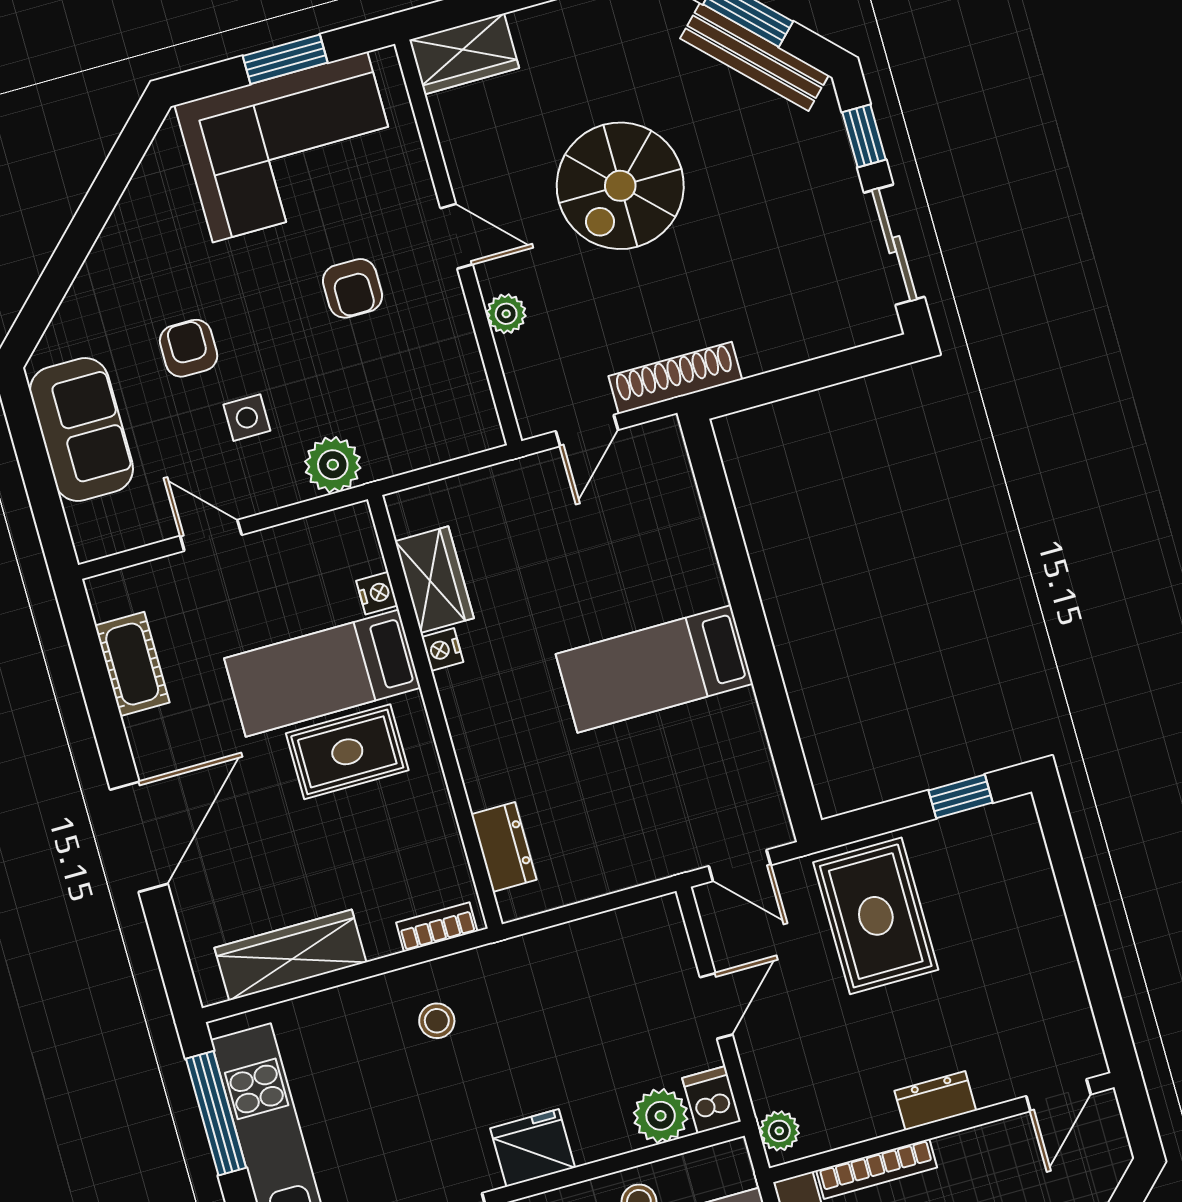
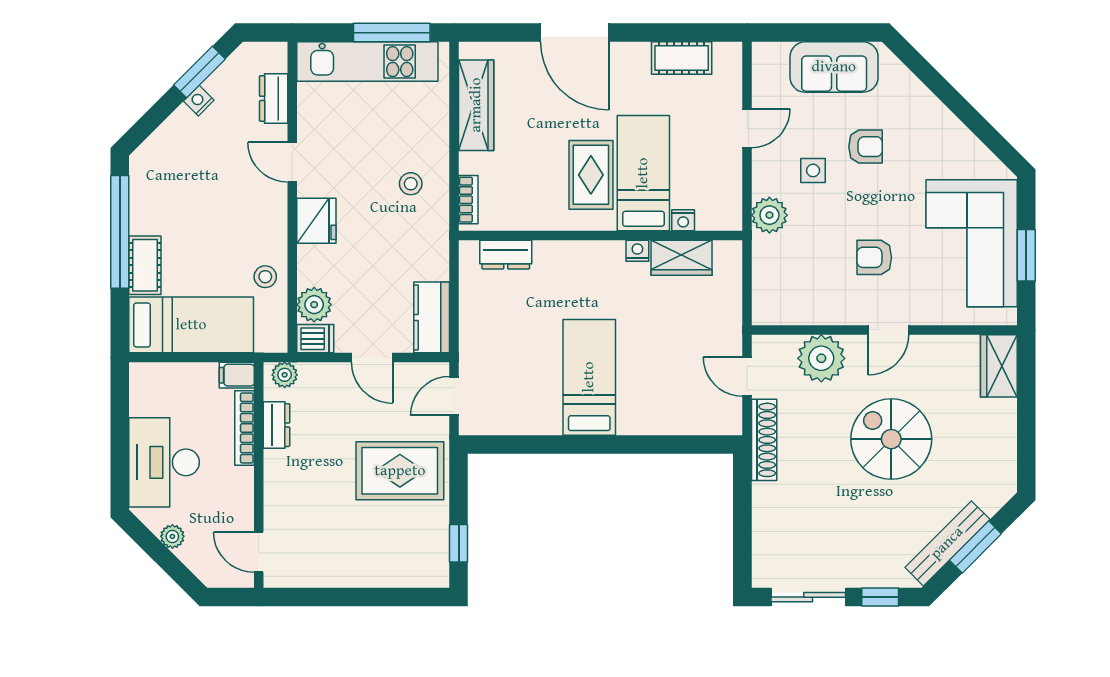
plant: (506, 314) -> (821, 358), width x1.87, depth x1.87
kitchen counter: (630, 933) -> (432, 317), added
dresser: (935, 1101) -> (276, 425), moved

